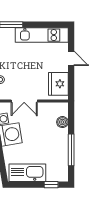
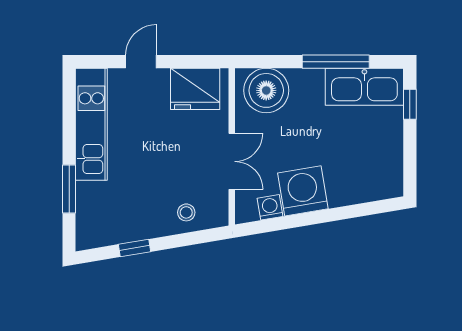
boiler: (62, 122) -> (266, 90), width x1.86, depth x1.86
kitchen sink: (27, 173) -> (364, 87), moved, turned -90

